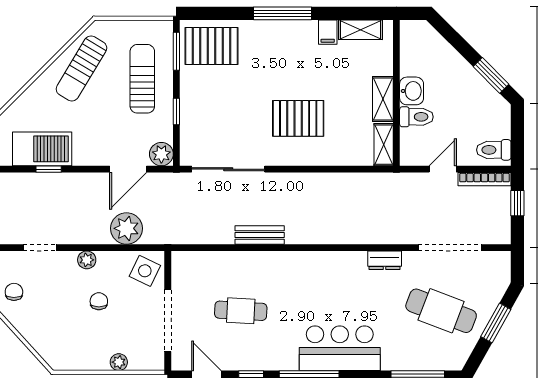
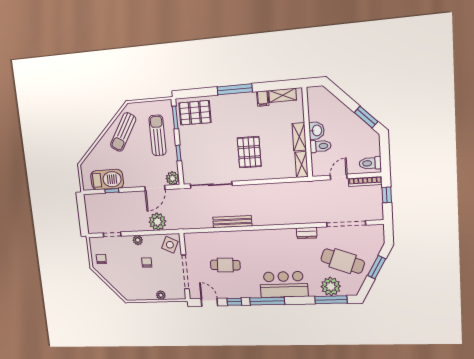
pallet: (298, 118) -> (249, 152), turned 90
bench: (260, 235) -> (232, 222), width x1.36
plant: (419, 354) -> (331, 286), added

